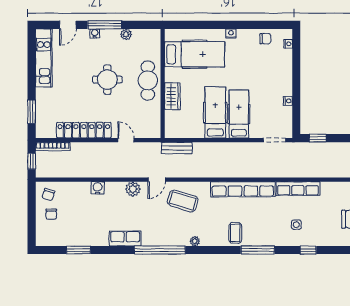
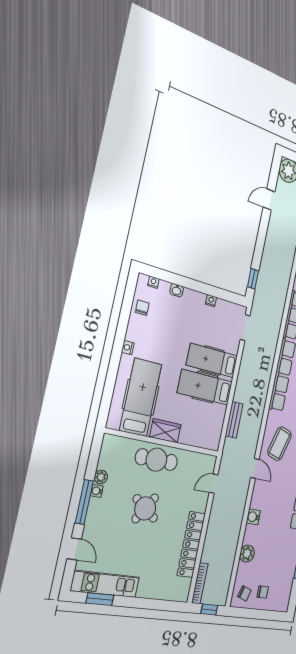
water cooler: (95, 33) -> (97, 491), moved
washbasin: (288, 66) -> (177, 290), added
round table: (107, 80) -> (145, 508), turned 35
wardrobe: (172, 96) -> (165, 431), moved
window: (32, 112) -> (100, 599), moved
door: (126, 140) -> (214, 484), moved
bench: (177, 148) -> (234, 420), moved
water cooler: (98, 188) -> (253, 517), moved
plant: (133, 189) -> (247, 554), moved

